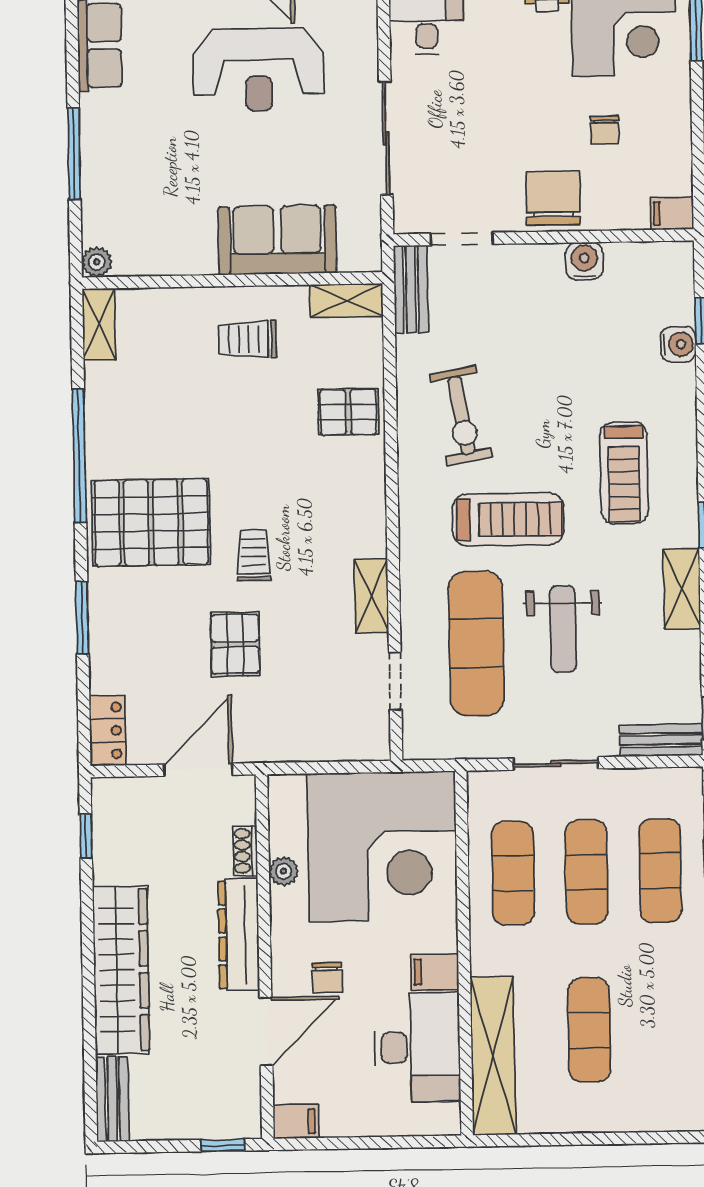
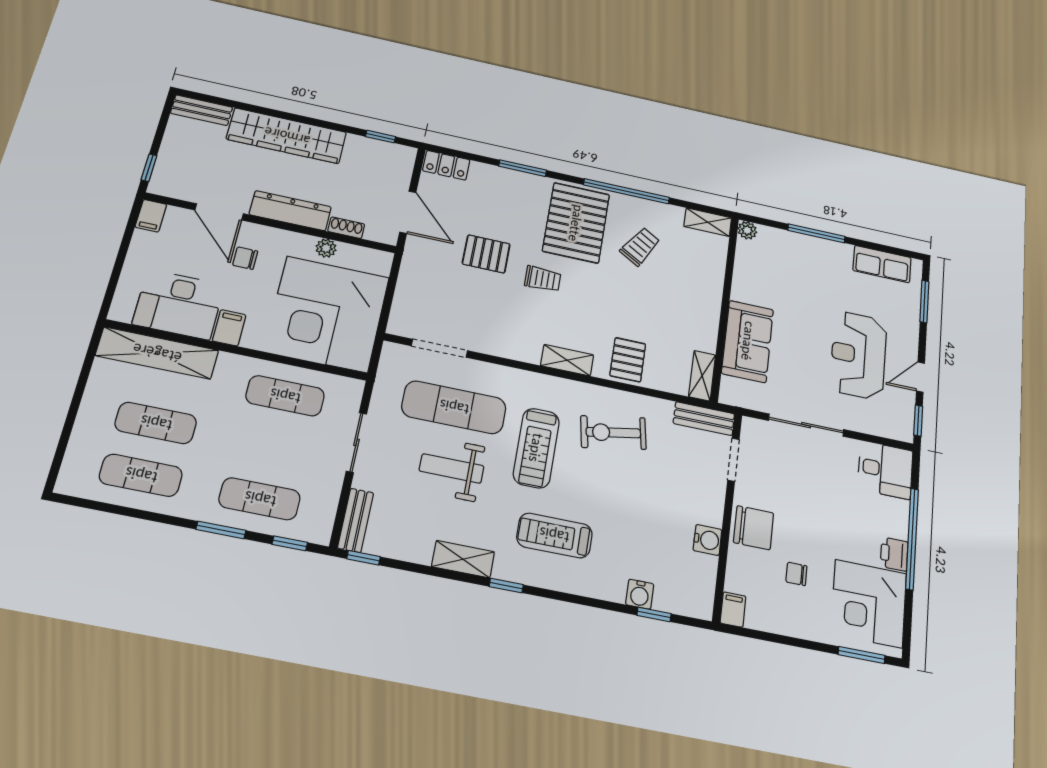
trolley: (248, 339) -> (640, 246), moved, turned 31
shelving: (372, 596) -> (567, 360), moved
doorway: (395, 681) -> (439, 348), width x1.38
exercise mat: (587, 872) -> (141, 475), moved

